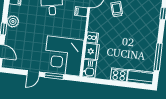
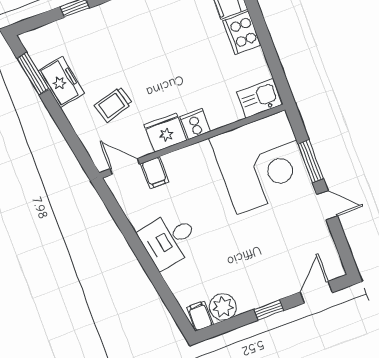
plant: (13, 21) -> (223, 307), moved
fridge: (92, 51) -> (165, 133), moved

